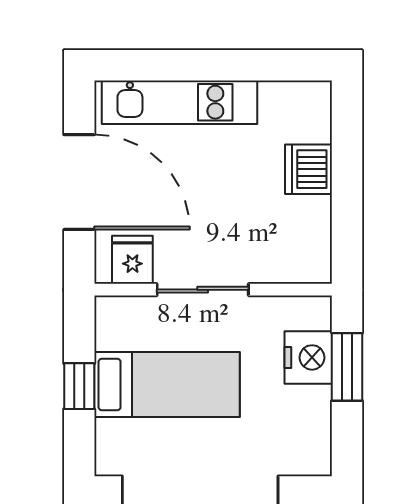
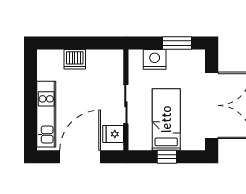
window: (347, 367) -> (177, 43), moved

